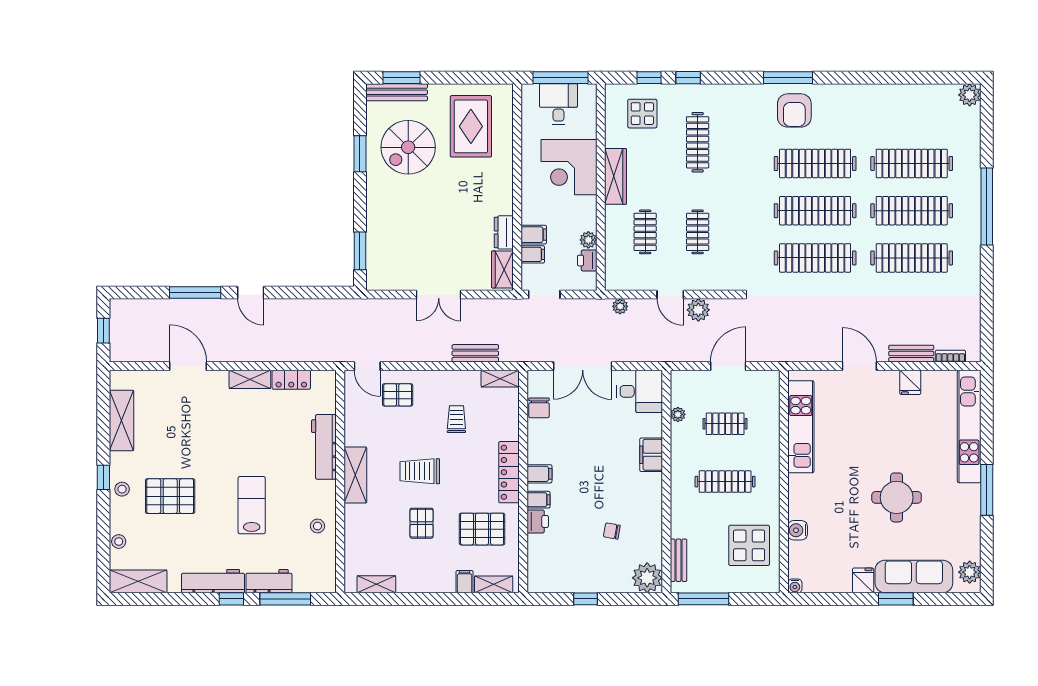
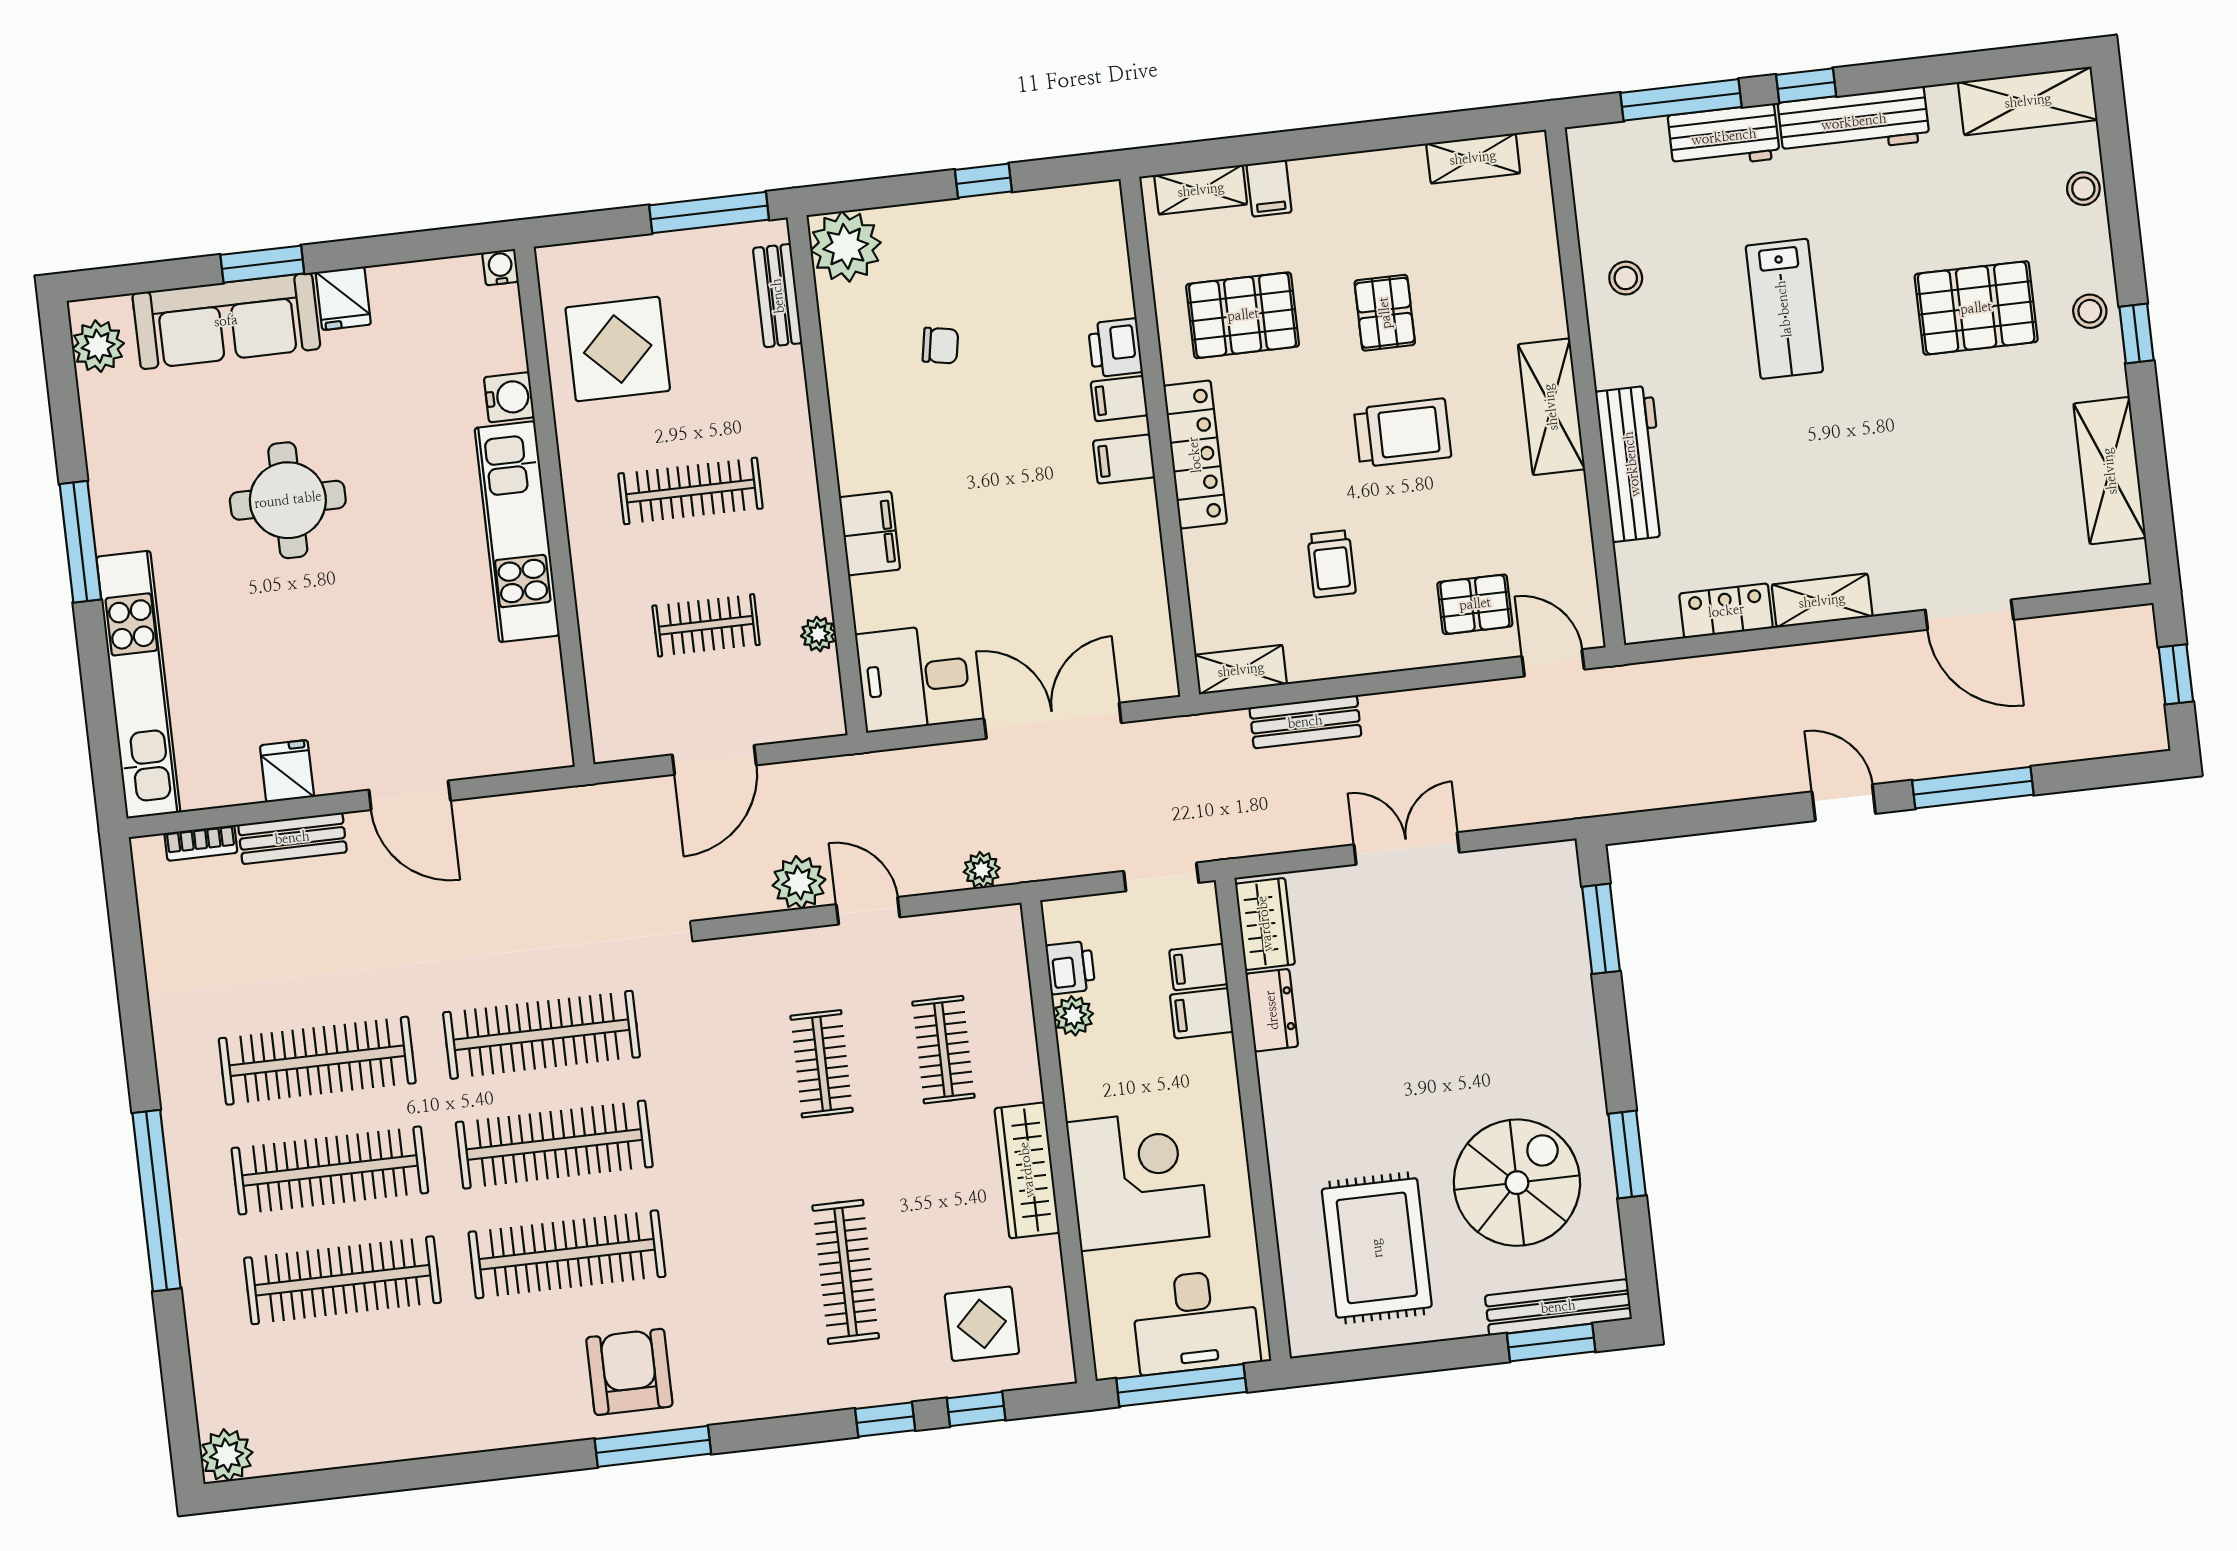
desk: (558, 104) -> (1196, 1321), width x1.37
chair: (539, 408) -> (1143, 612), removed
kitchen unit: (801, 427) -> (517, 532), moved

